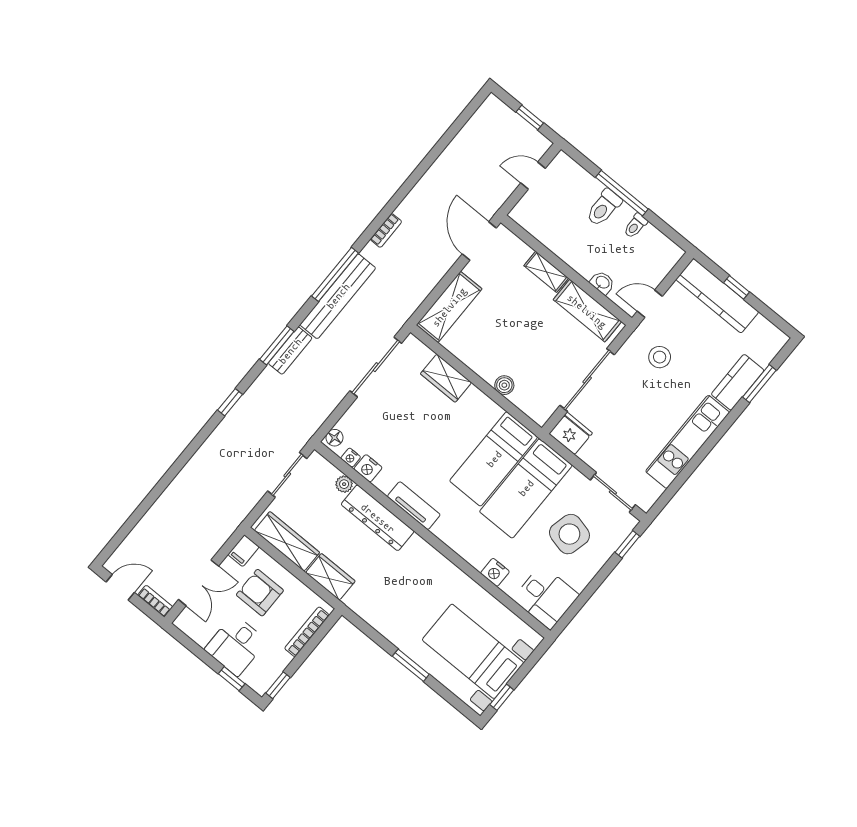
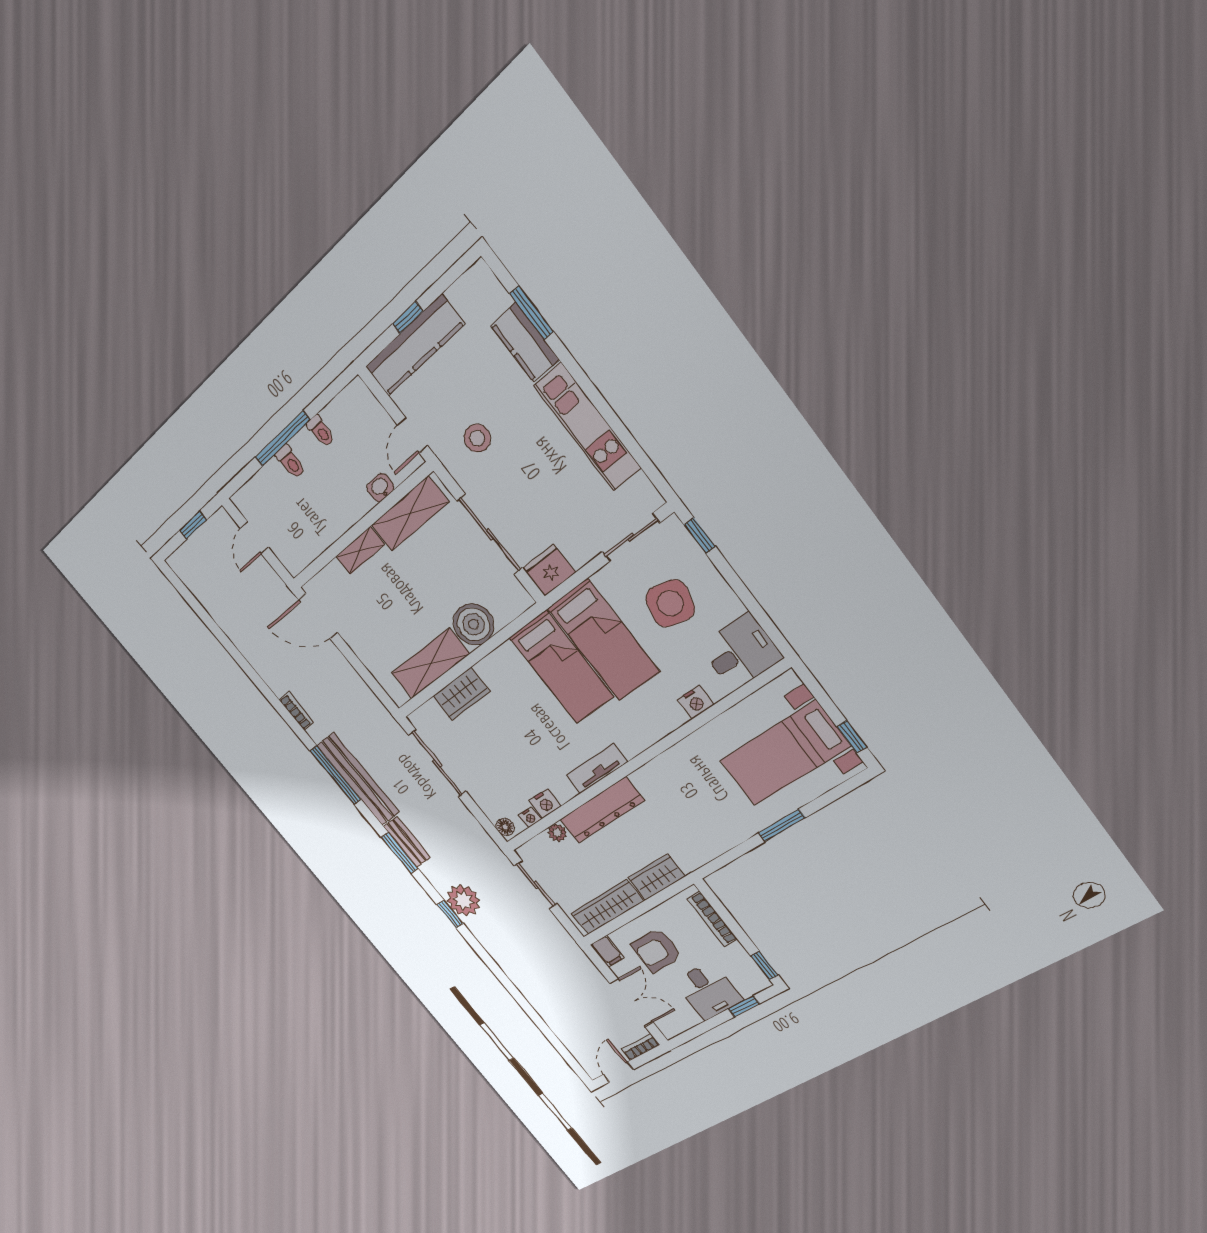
toilet: (604, 208) -> (290, 462), width x0.73, depth x0.72
shelving: (449, 307) -> (430, 664), moved, turned 90
boiler: (504, 385) -> (474, 624), width x1.86, depth x1.86
plant: (249, 412) -> (463, 900), added

